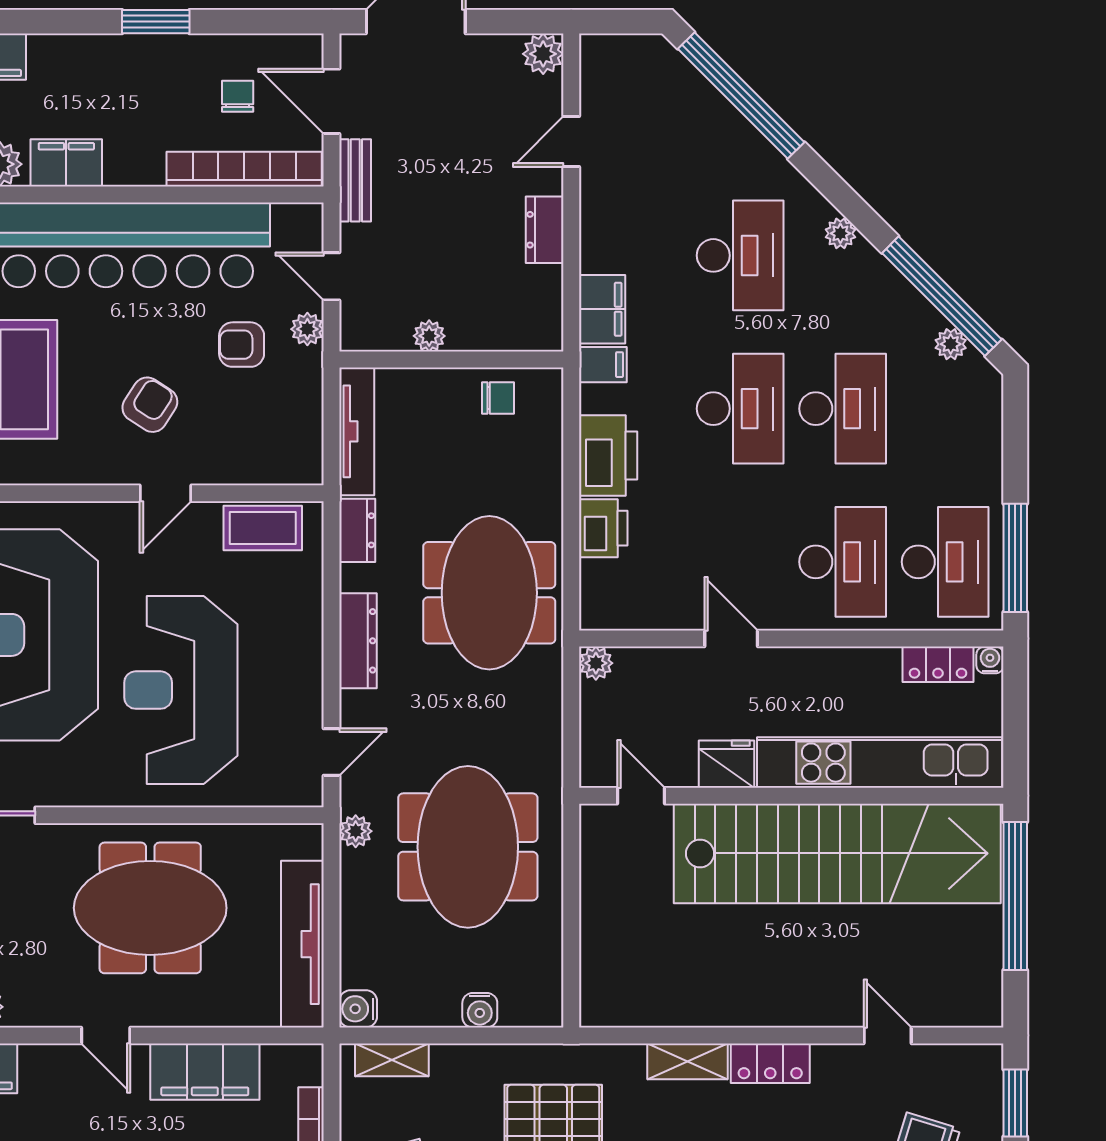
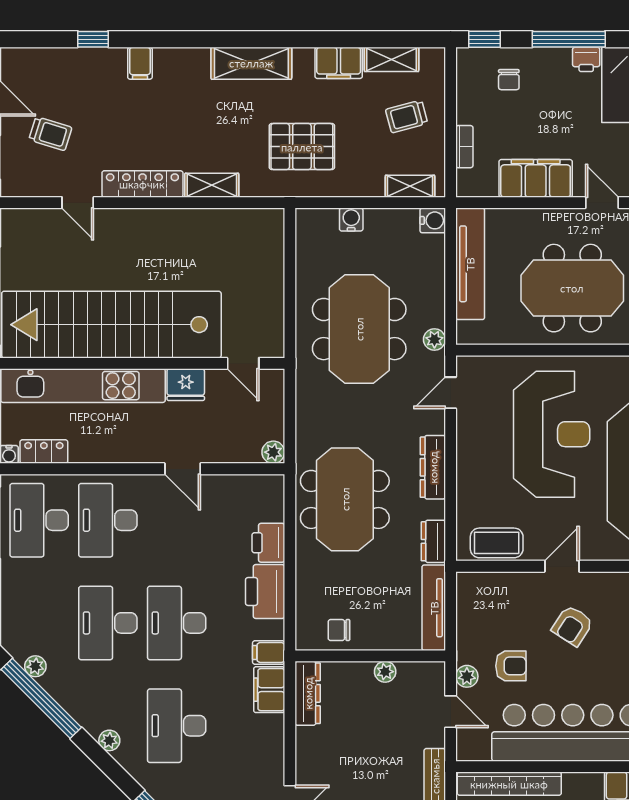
dresser: (545, 230) -> (308, 693), moved, width x1.44
locker: (770, 1063) -> (142, 184), width x1.53

